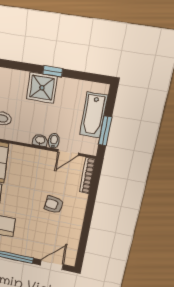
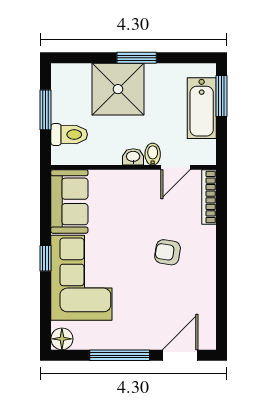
window: (53, 71) -> (137, 58), width x1.50
shower: (42, 88) -> (118, 89), width x1.37, depth x1.37
window: (105, 131) -> (221, 96), moved

